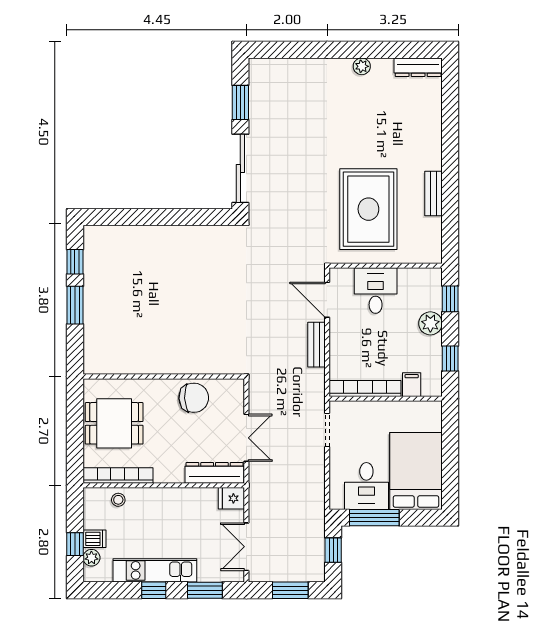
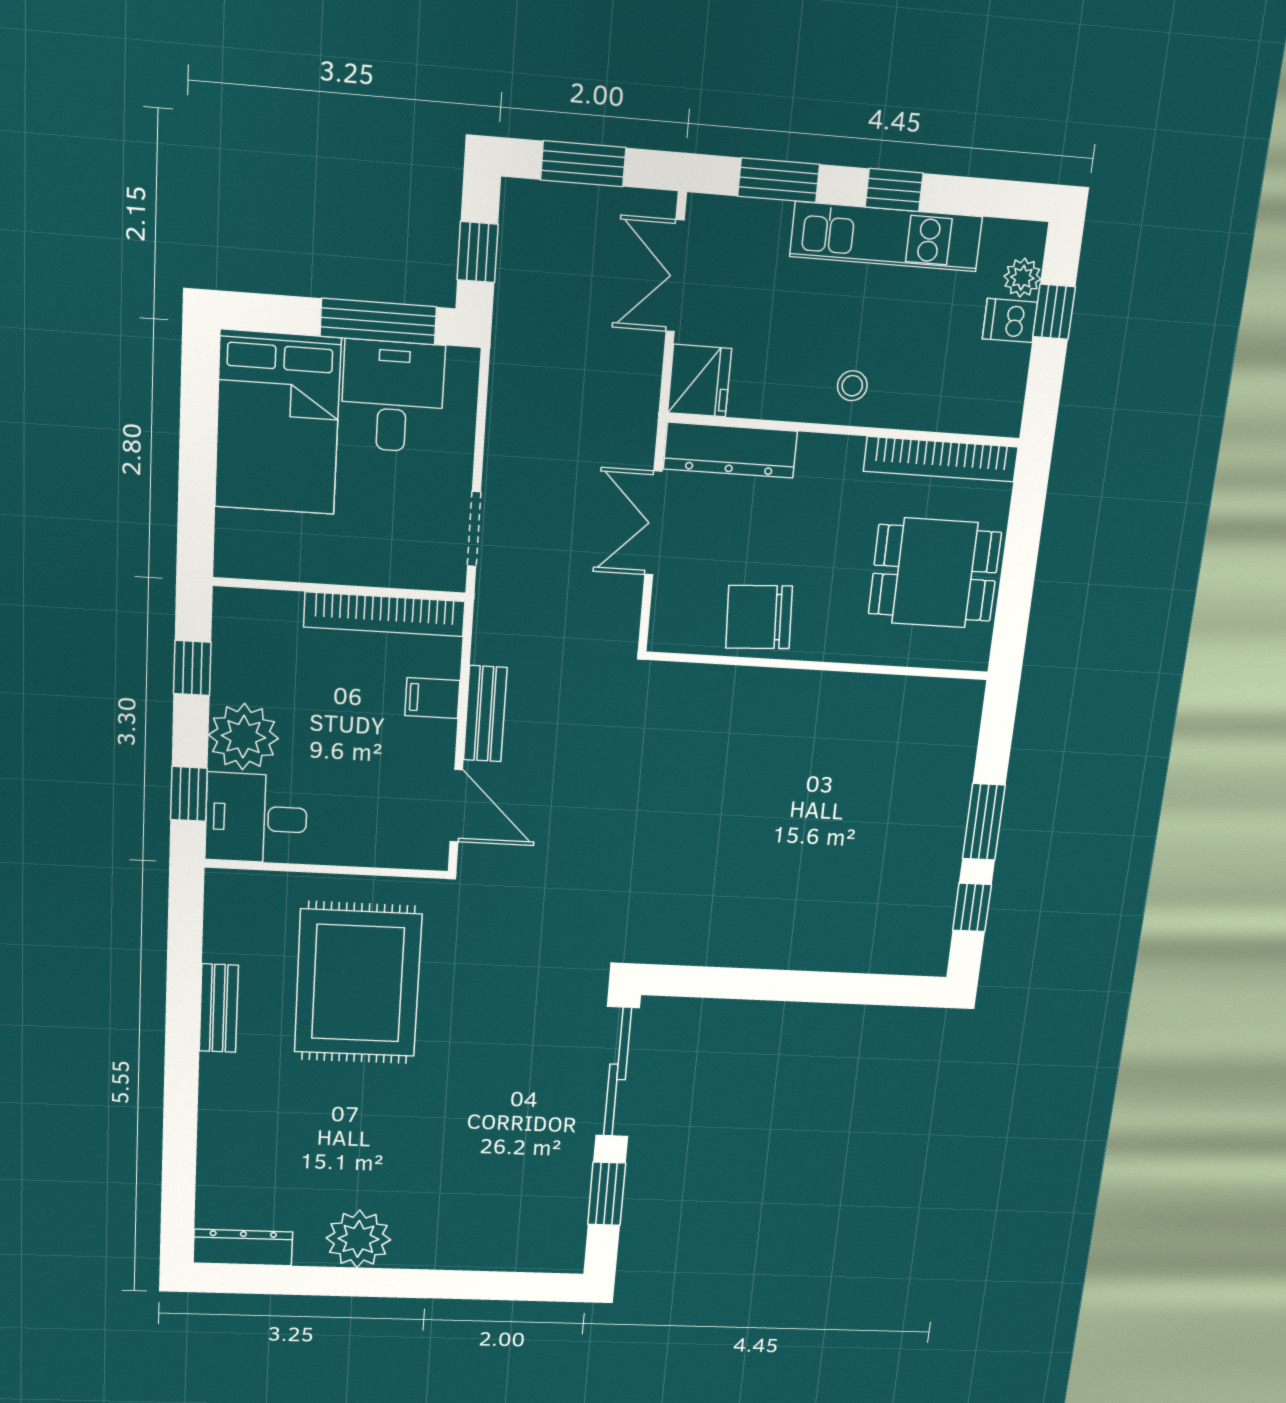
plant: (362, 66) -> (358, 1239), width x1.88, depth x1.88
desk: (376, 291) -> (256, 818), moved, turned 90
plant: (430, 323) -> (243, 737), width x1.36, depth x1.36
filing cabinet: (412, 385) -> (432, 698), moved, turned 90
fridge: (231, 498) -> (699, 381), width x1.38
stool: (118, 500) -> (852, 386), moved
double door: (246, 547) -> (675, 276), swing flipped

